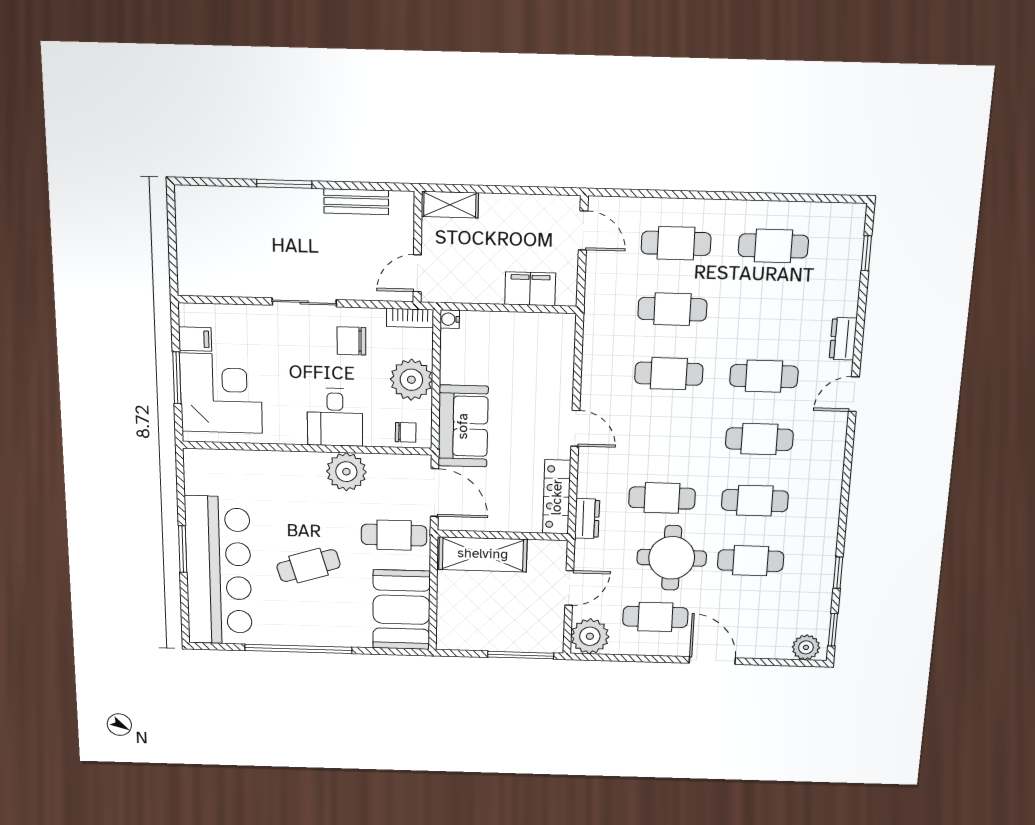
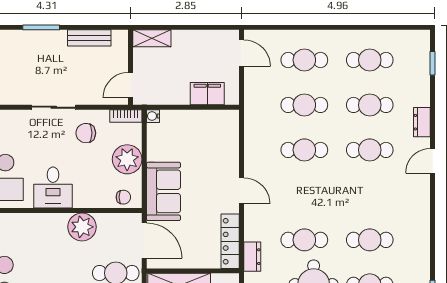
desk: (335, 417) -> (53, 188), moved
cafe table: (759, 439) -> (370, 105), moved

